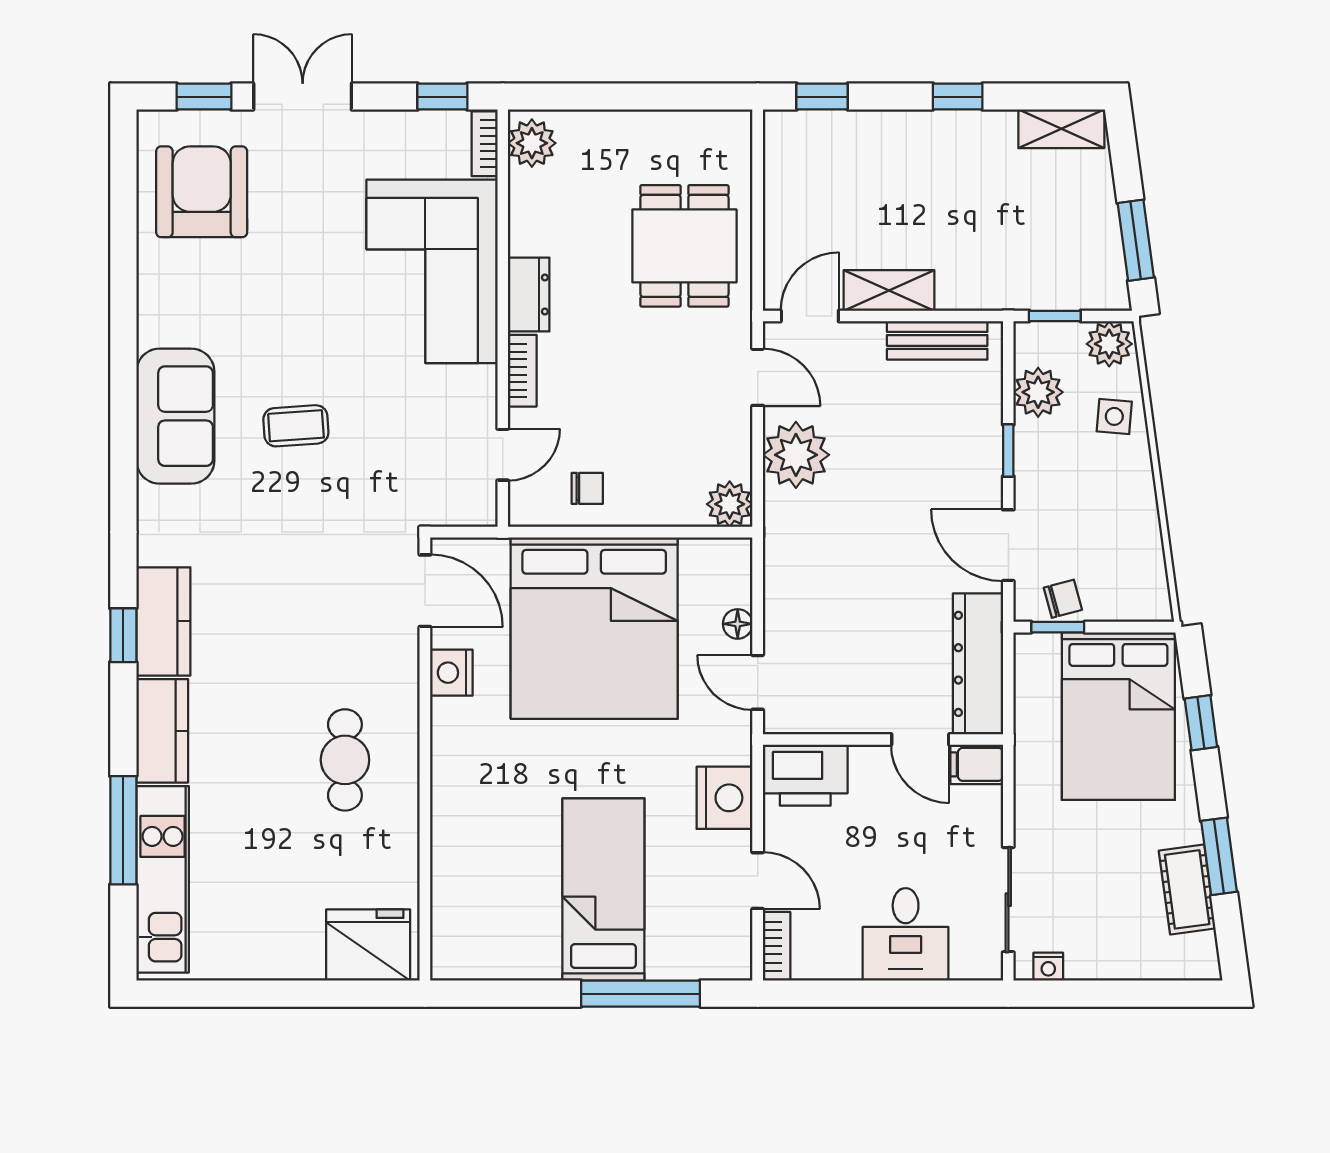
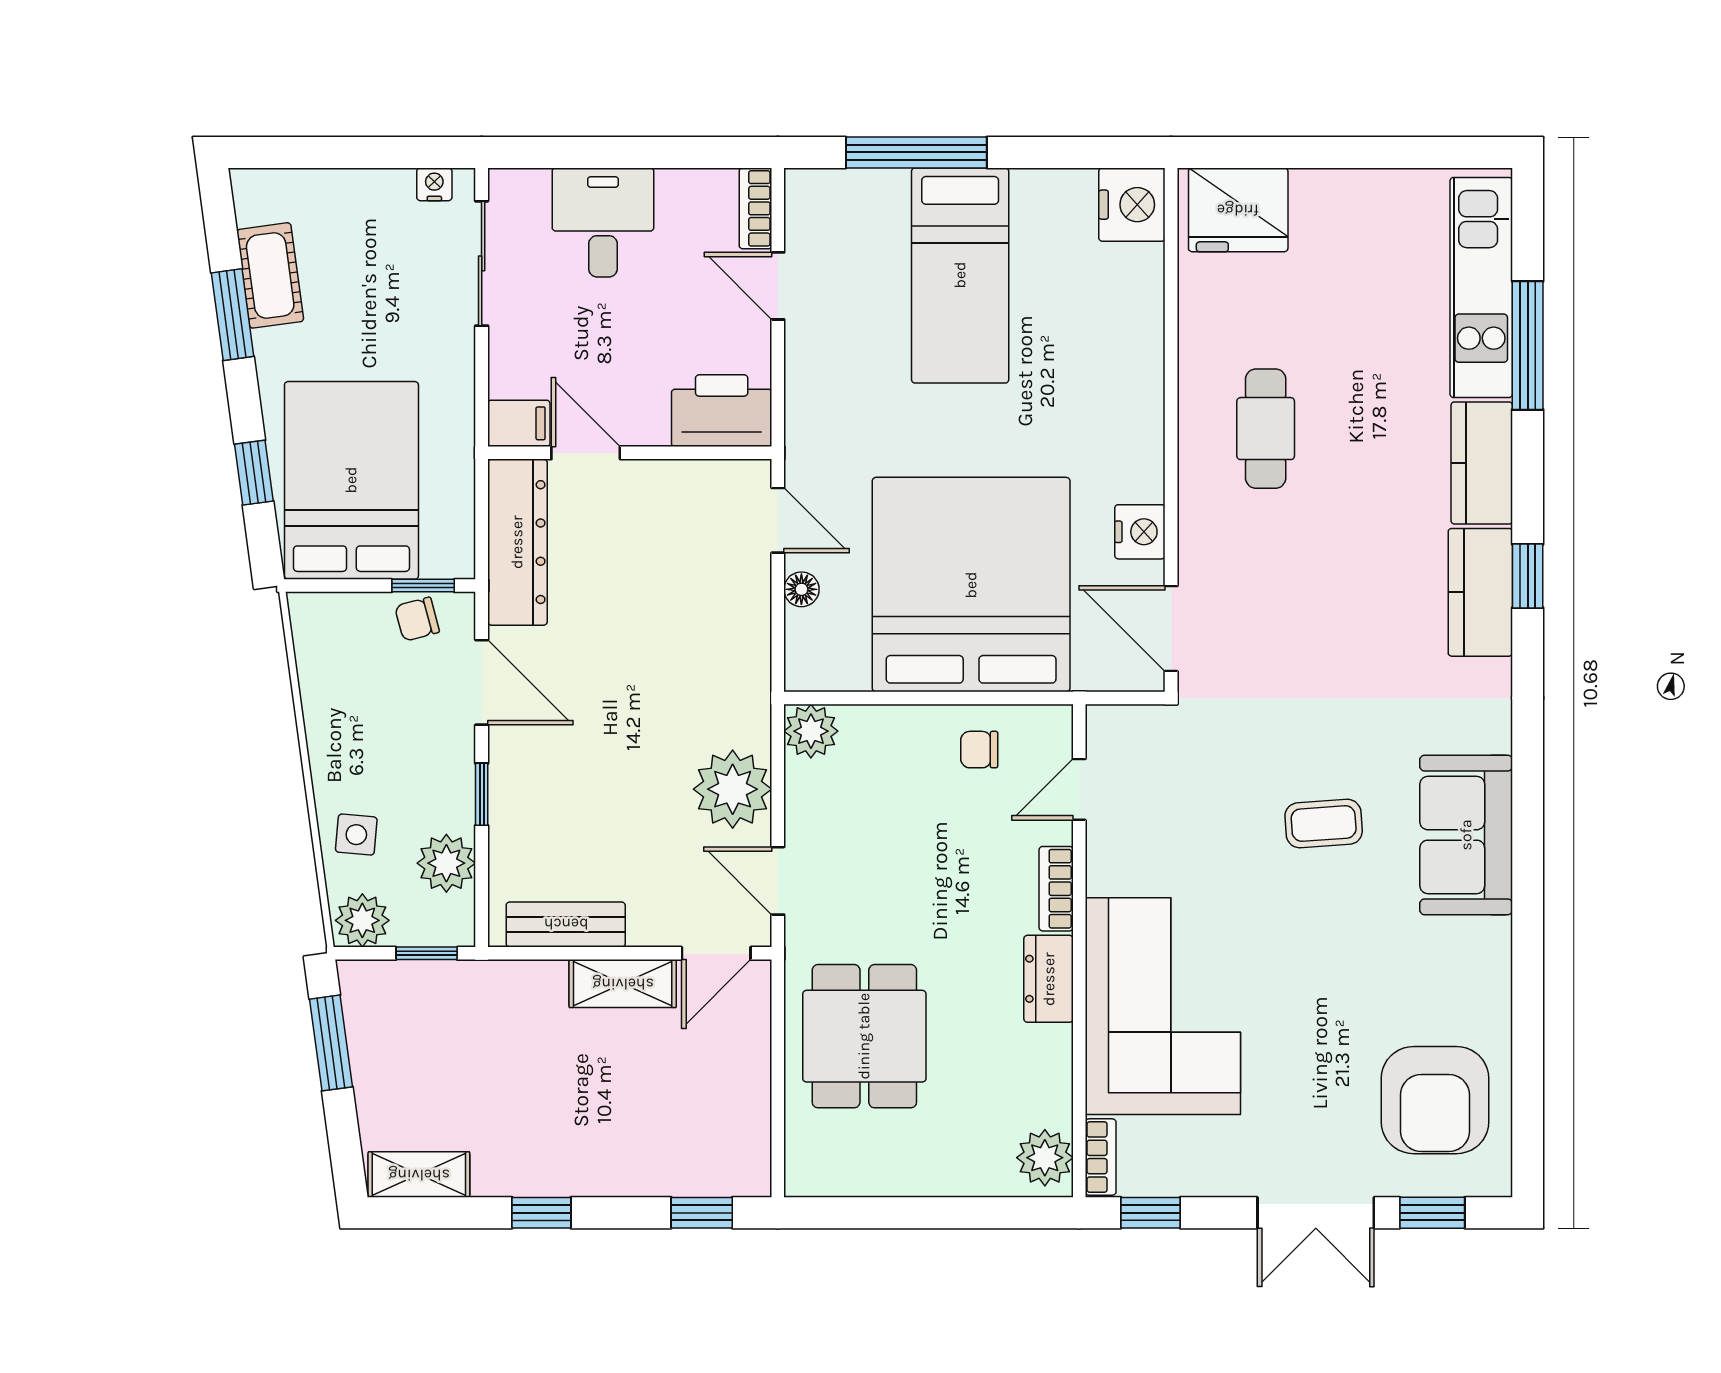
nightstand: (725, 798) -> (1132, 205), moved, turned 180

